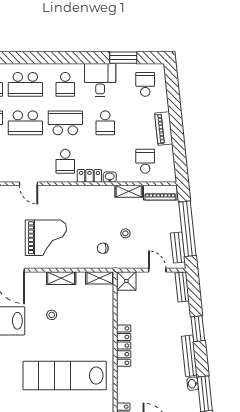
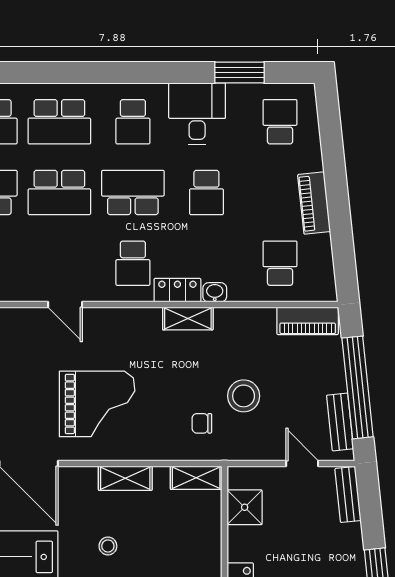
shelving: (129, 191) -> (188, 318), moved
stool: (125, 233) -> (244, 396), width x1.89, depth x1.89
shower: (126, 281) -> (245, 507), moved

